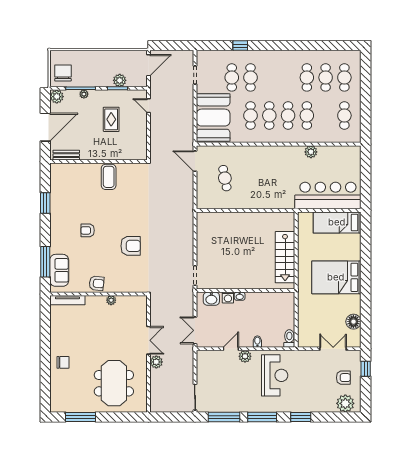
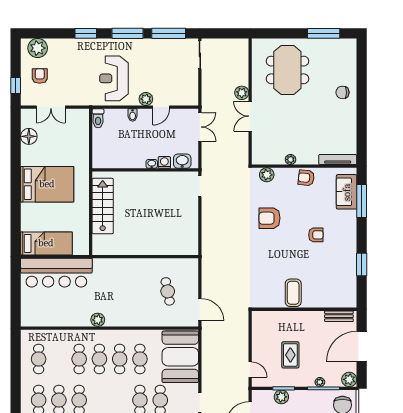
plant: (311, 152) -> (98, 320), moved
plant: (133, 286) -> (267, 175), added
armchair: (343, 378) -> (40, 76), turned 90

